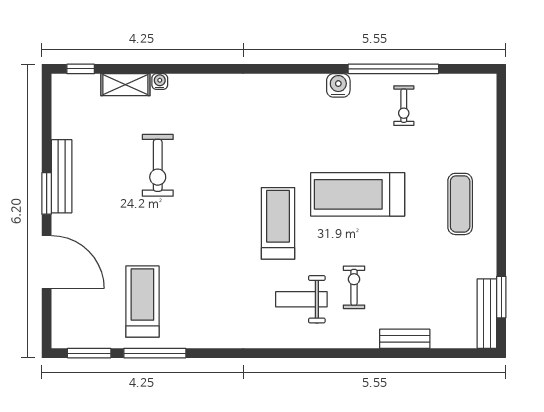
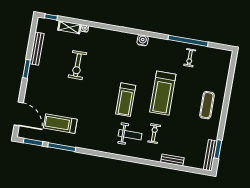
water cooler: (338, 85) -> (143, 40), moved
bench: (62, 176) -> (37, 49), moved
treadmill: (358, 194) -> (163, 93), turned -90
treadmill: (278, 223) -> (126, 100), turned 180
door: (47, 262) -> (19, 114), moved
weight bench: (301, 299) -> (130, 135), turned 180
treadmill: (142, 302) -> (60, 124), turned -90

